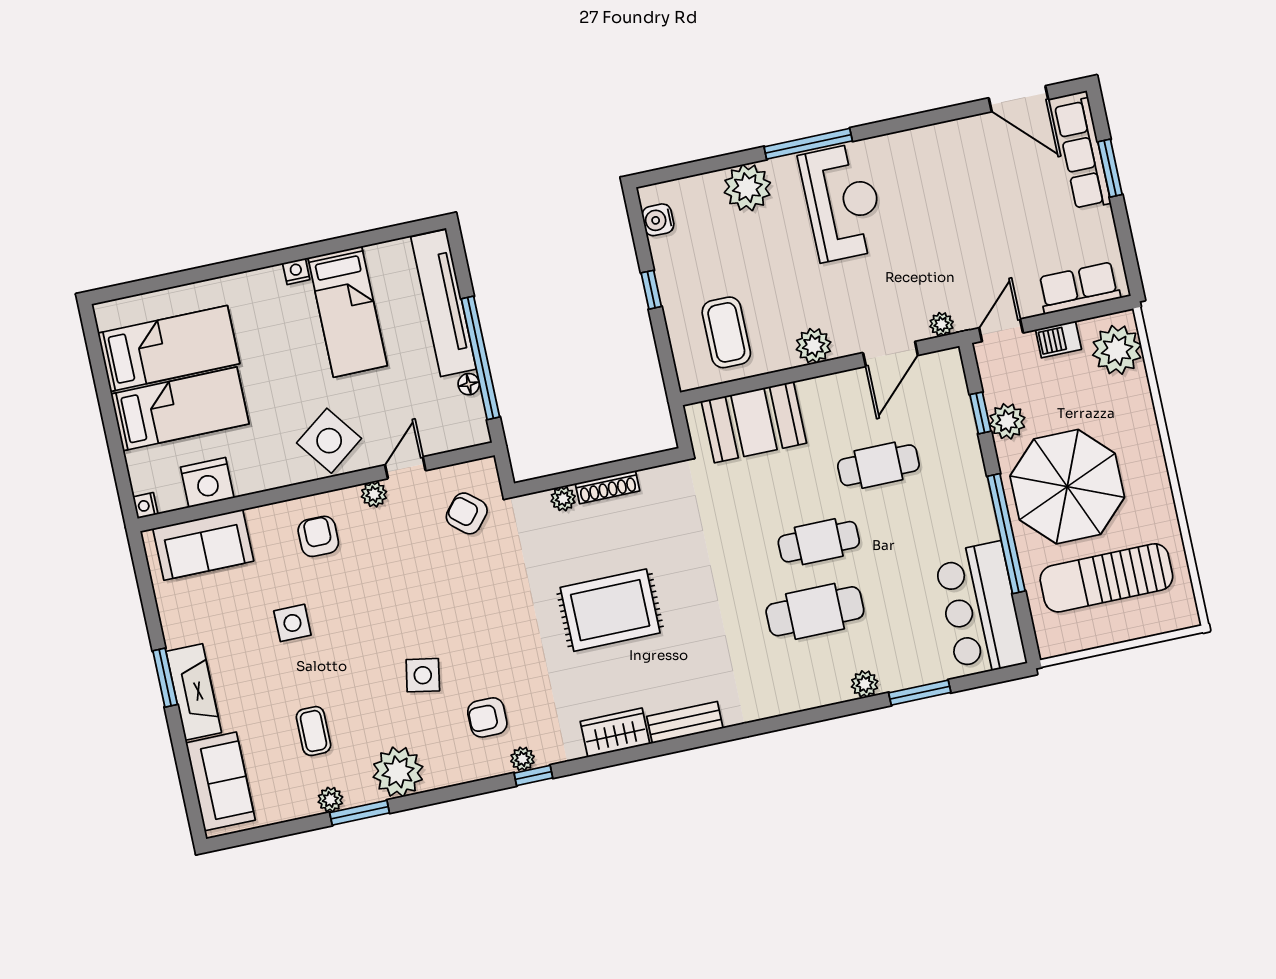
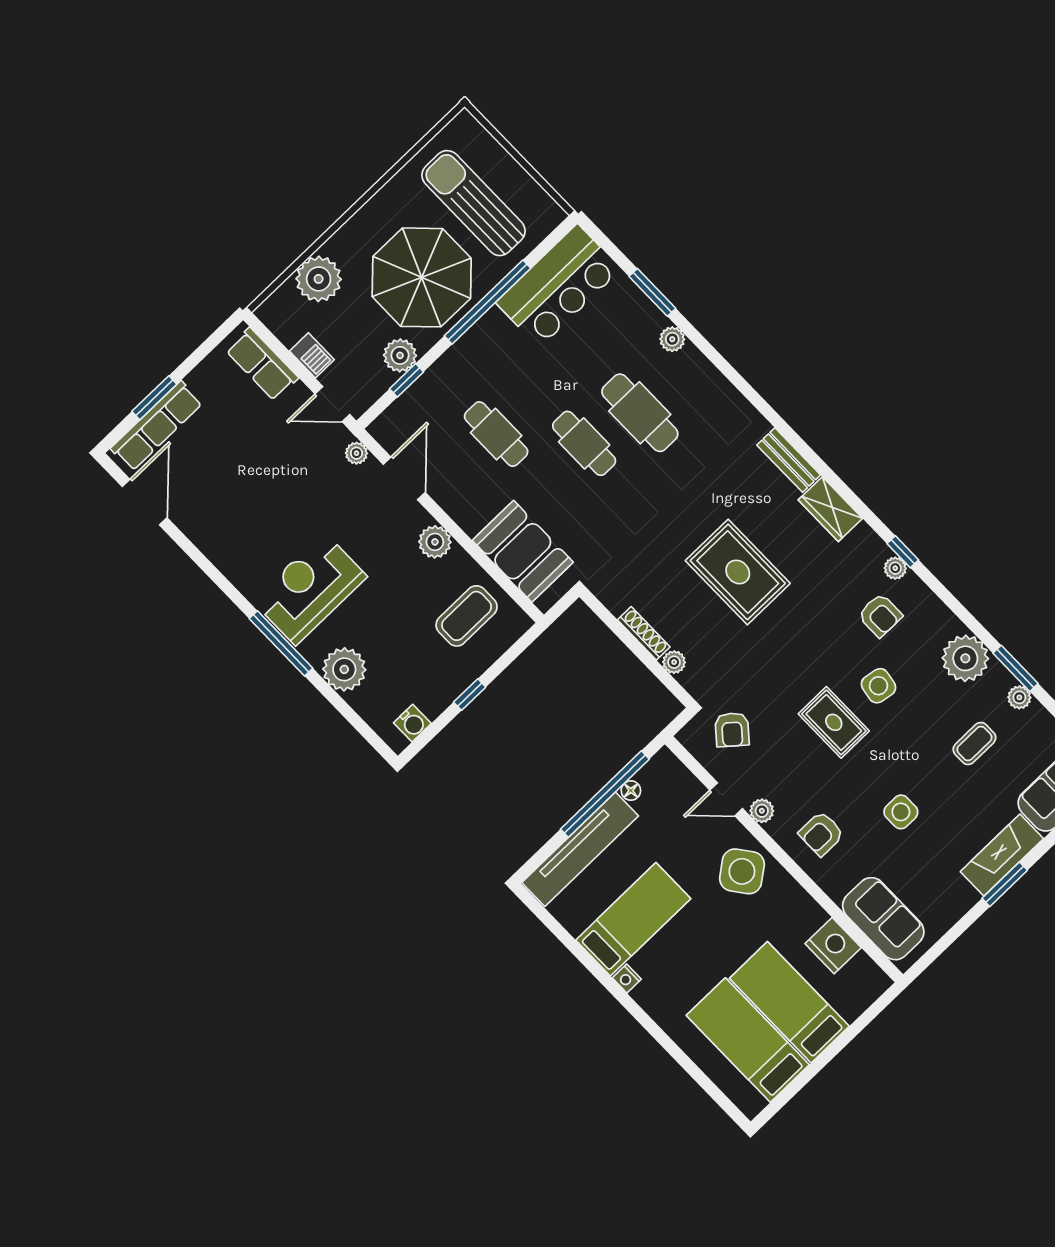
plant: (1117, 350) -> (319, 279), moved
door: (890, 354) -> (404, 478), hinge flipped
nightstand: (145, 506) -> (881, 982), removed
sun lounger: (1106, 578) -> (474, 203), turned 180
rug: (415, 612) -> (834, 722), added

